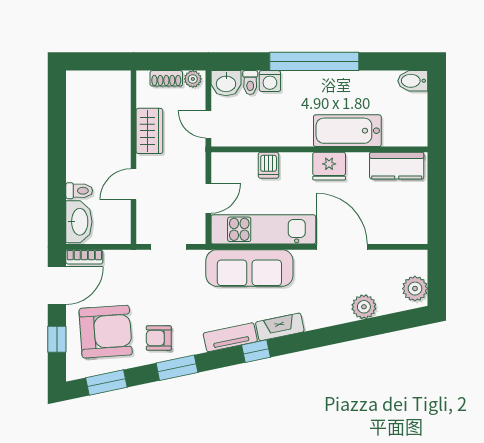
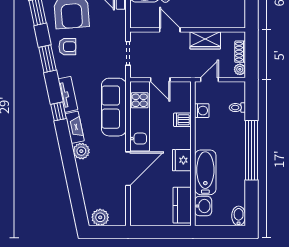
washing machine: (270, 81) -> (202, 111), moved, turned 180
washbasin: (226, 83) -> (203, 206), moved, turned 180
plant: (364, 307) -> (81, 151), moved
armchair: (159, 338) -> (67, 47), turned 90

